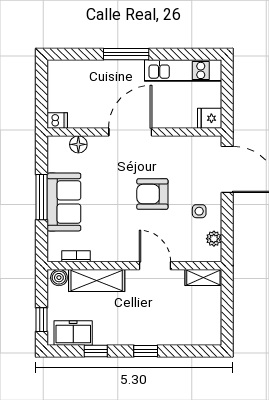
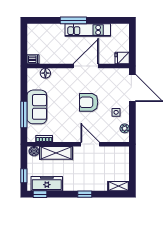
kitchen unit: (183, 70) -> (88, 30), moved
door: (130, 132) -> (86, 66), moved
window: (42, 197) -> (24, 115), moved
shelving: (203, 278) -> (119, 186), moved
freezer: (73, 333) -> (47, 184), width x1.40
window: (96, 351) -> (40, 194), moved

